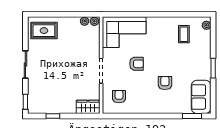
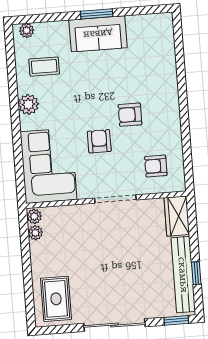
plant: (162, 23) -> (28, 104), added
sliding door: (25, 64) -> (114, 325), width x1.37
armchair: (165, 83) -> (130, 115), moved
sofa: (201, 97) -> (98, 34), moved
bench: (53, 108) -> (183, 275), added
window: (192, 116) -> (179, 43), removed

